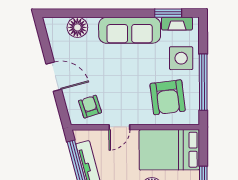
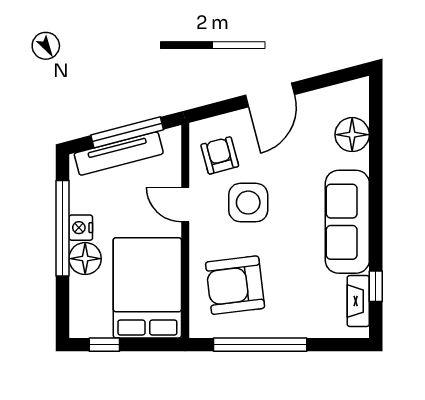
window: (168, 13) -> (376, 286), width x0.67
side table: (181, 58) -> (248, 203), moved
armchair: (90, 107) -> (220, 155), turned -87

